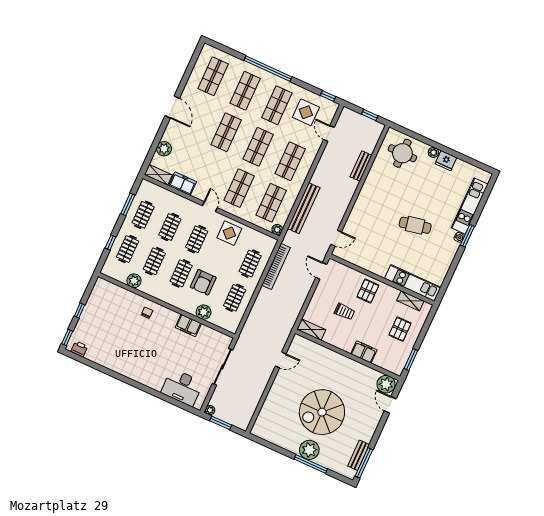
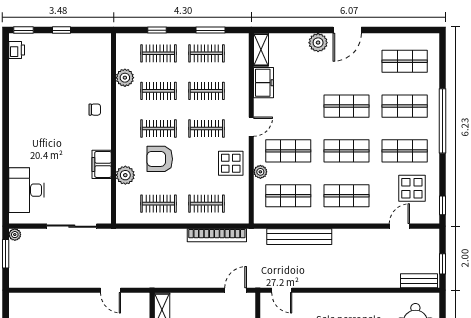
plant: (164, 149) -> (318, 43), moved
bench: (361, 166) -> (419, 281), moved
plant: (277, 230) -> (260, 172), moved

